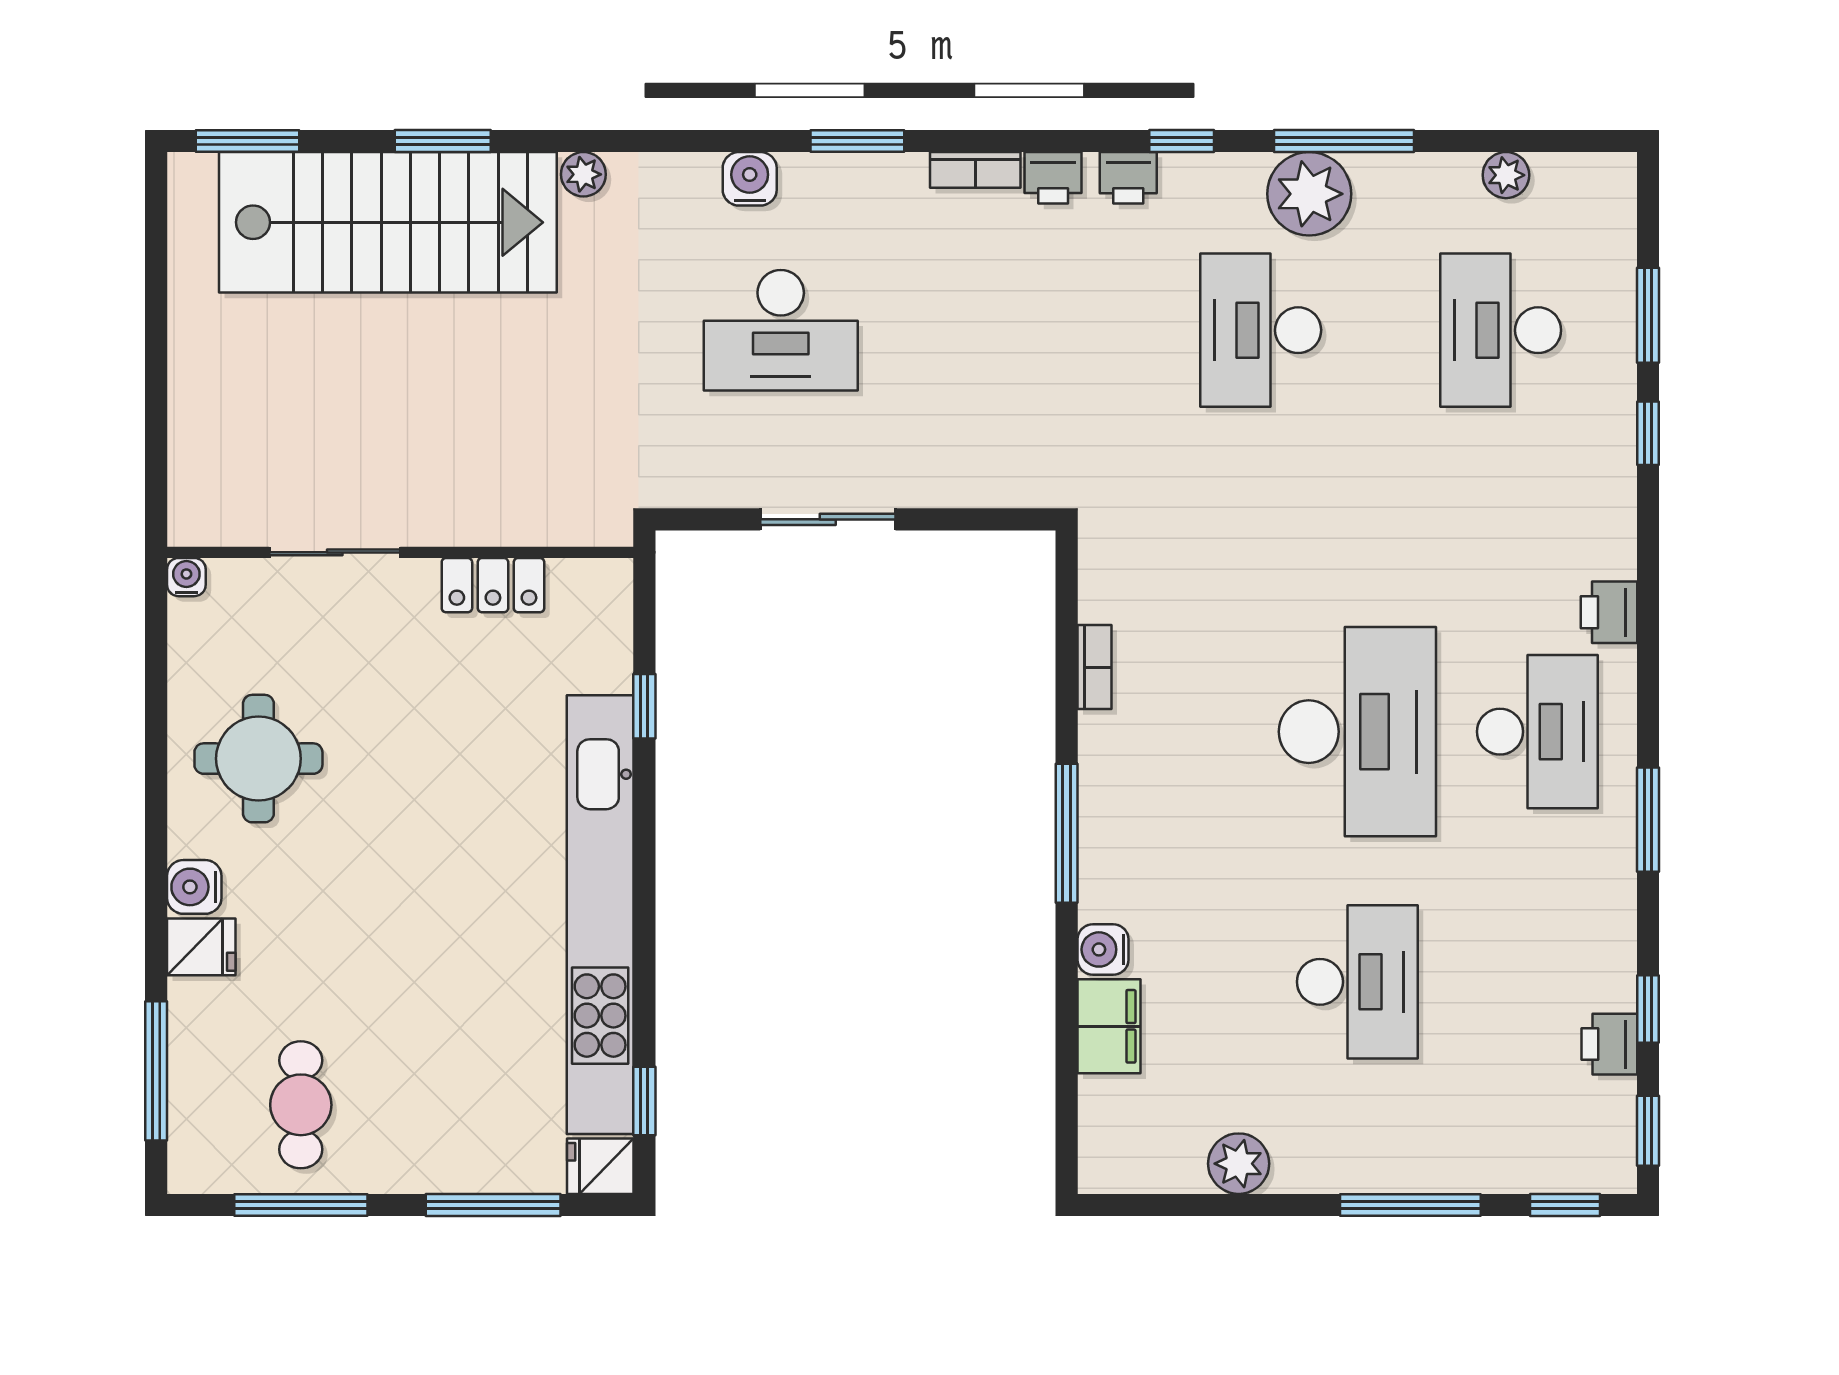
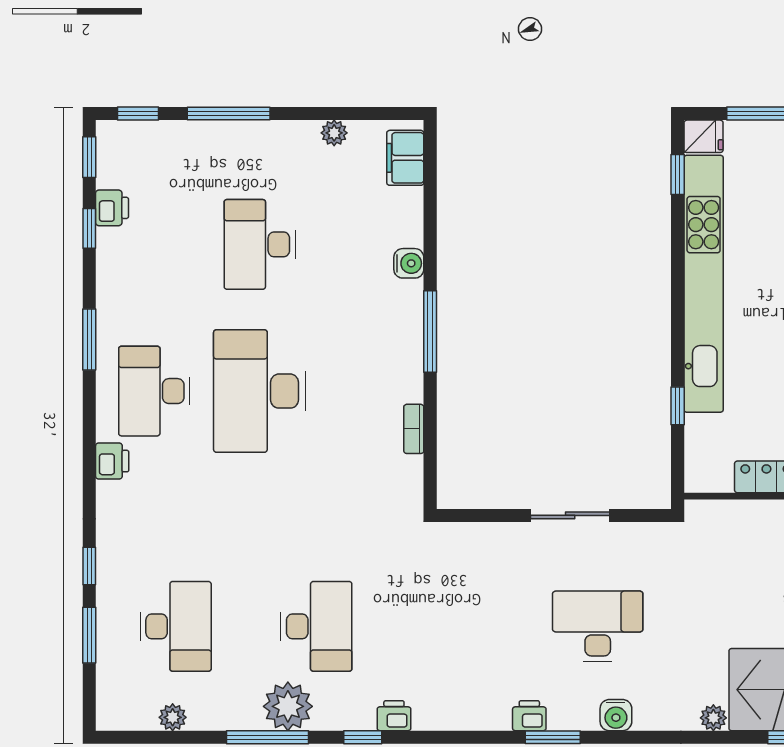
bookcase: (975, 170) -> (484, 720), removed
printer: (1053, 178) -> (529, 716), moved
filing cabinet: (1109, 1026) -> (405, 158), moved
plant: (1239, 1164) -> (334, 133), width x0.73, depth x0.73

